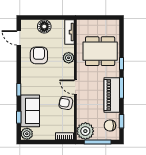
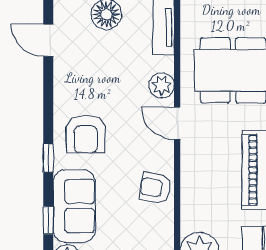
armchair: (39, 55) -> (86, 134), moved, turned 180
door: (75, 87) -> (177, 123), moved

